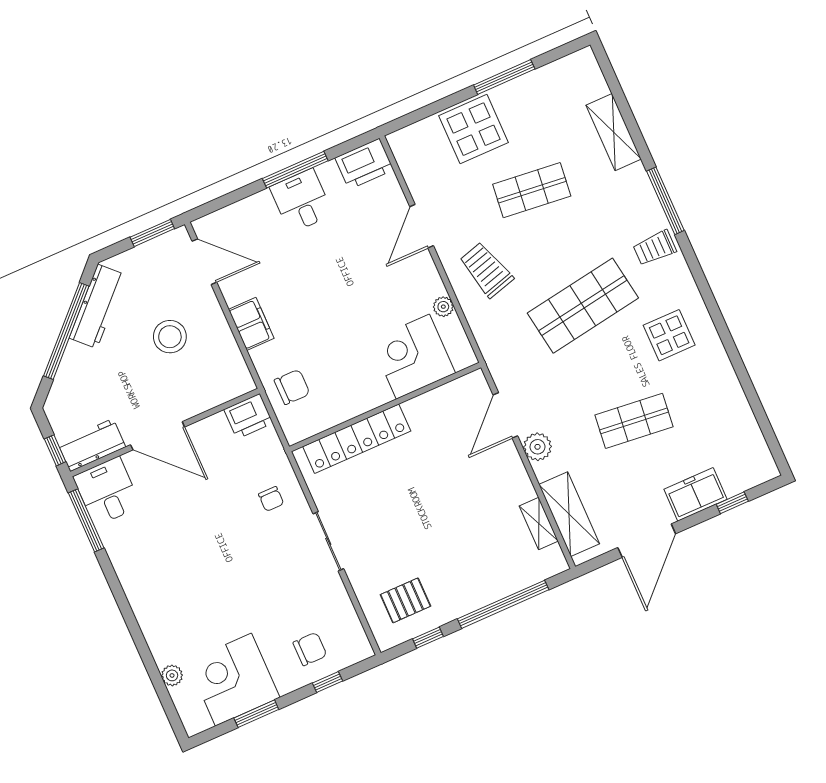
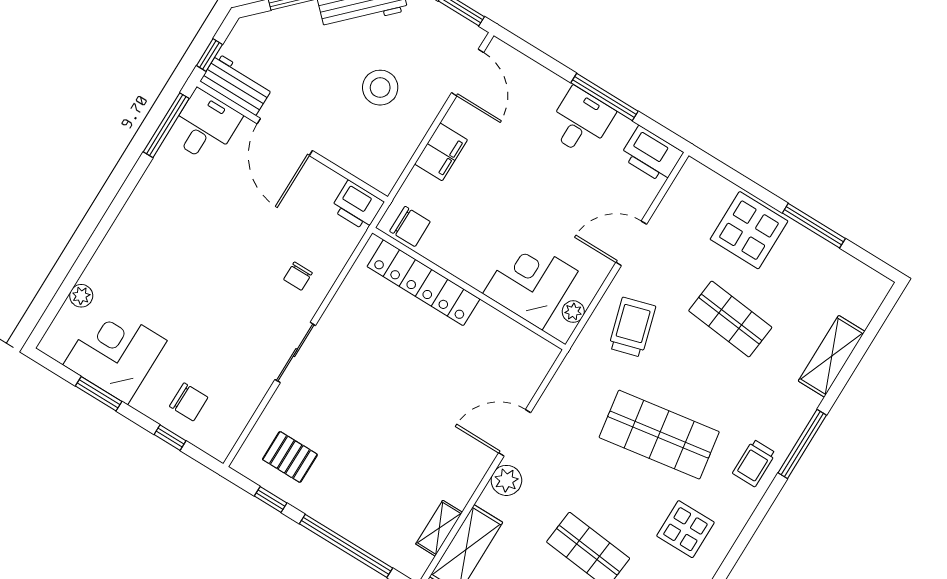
trolley: (655, 248) -> (754, 463), turned -90
corner desk: (413, 357) -> (530, 282), moved
wall: (385, 407) -> (469, 289), moved
locker: (357, 439) -> (423, 283), moved

